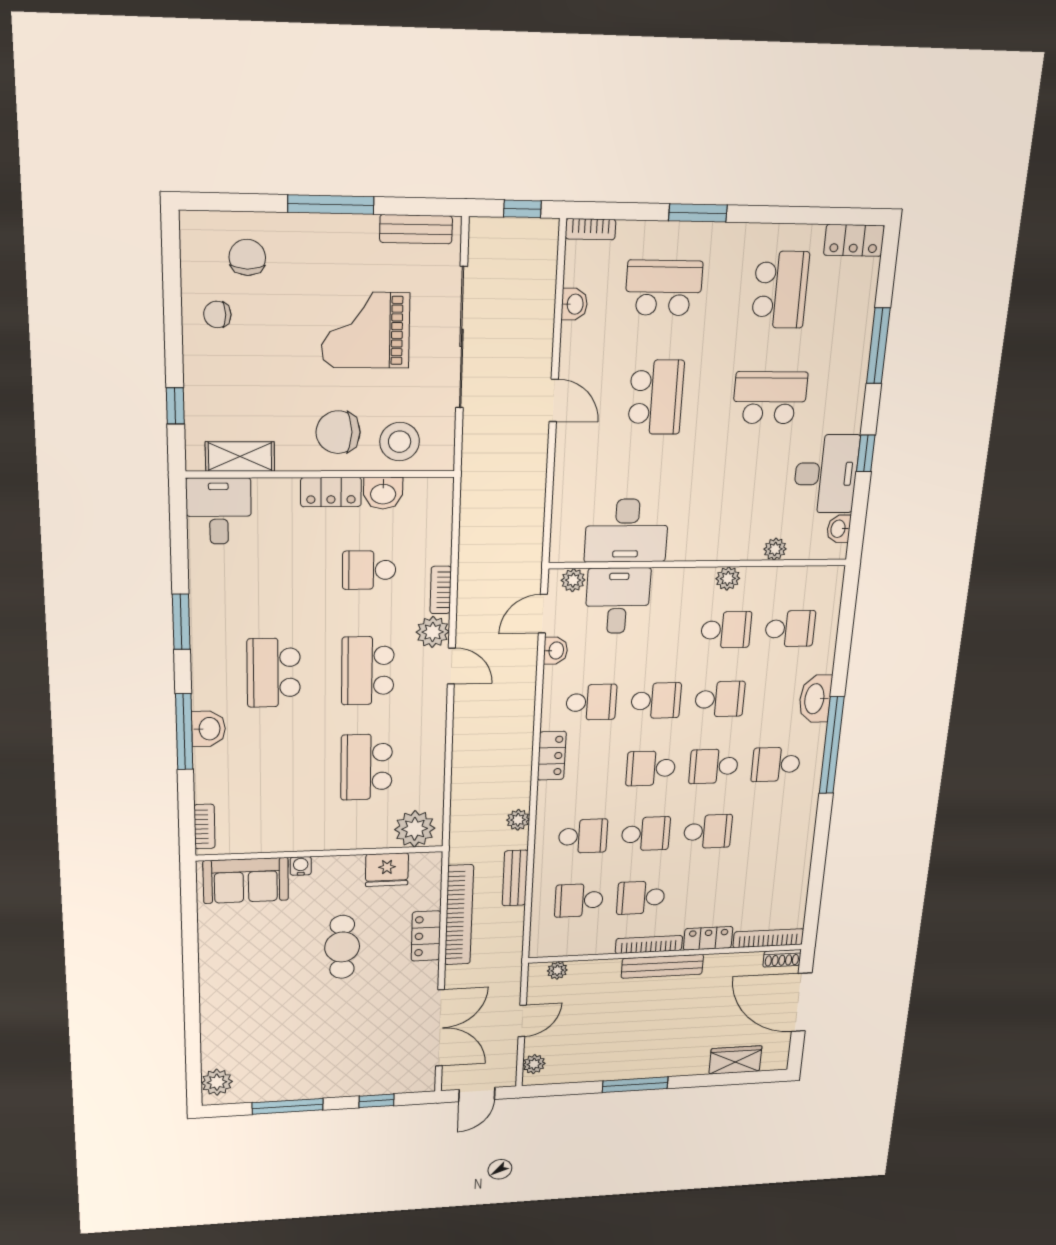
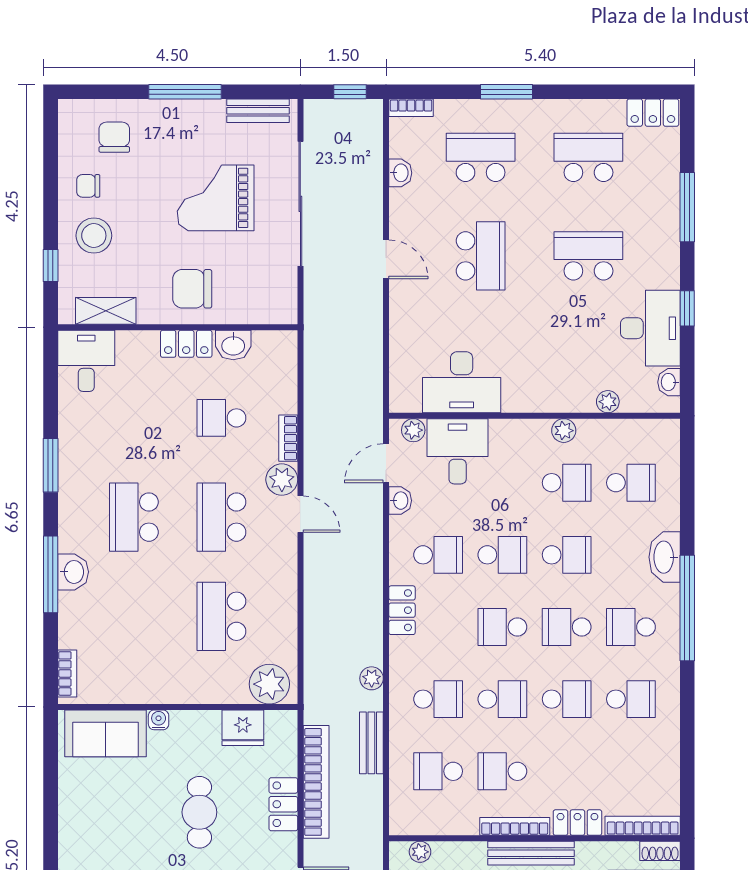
school desk: (780, 290) -> (588, 157), turned -90
stool: (400, 442) -> (94, 236), moved
school desk: (769, 829) -> (631, 699), added

